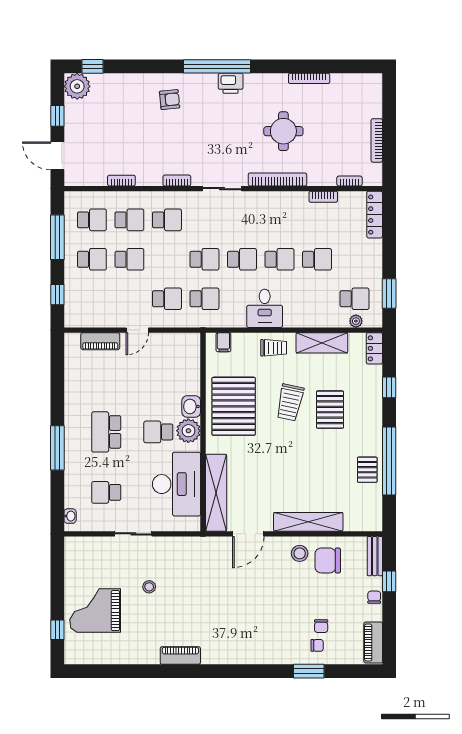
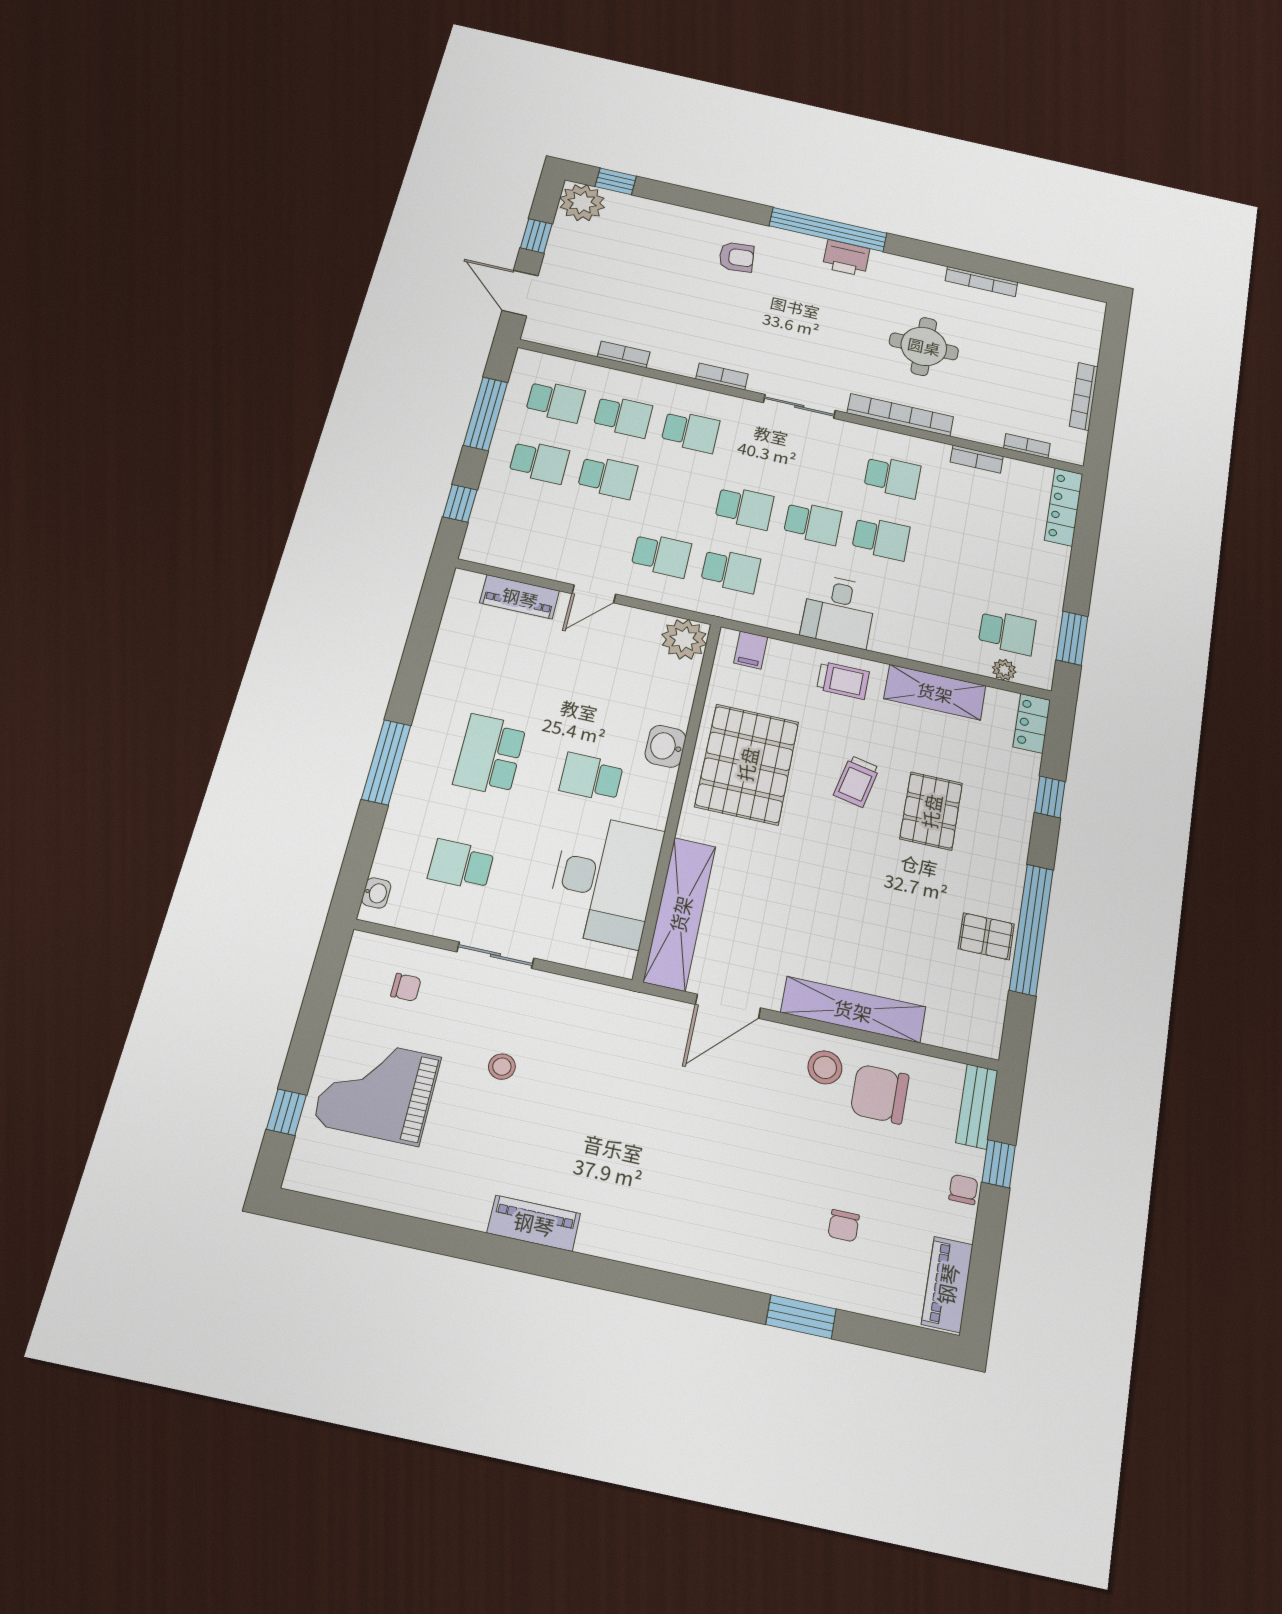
school desk: (317, 259) -> (892, 477), moved
trolley: (290, 402) -> (857, 781), width x0.73, depth x0.72
plant: (188, 431) -> (684, 639), moved
pallet: (367, 470) -> (986, 936), turned 90
chair: (317, 645) -> (406, 987), moved

